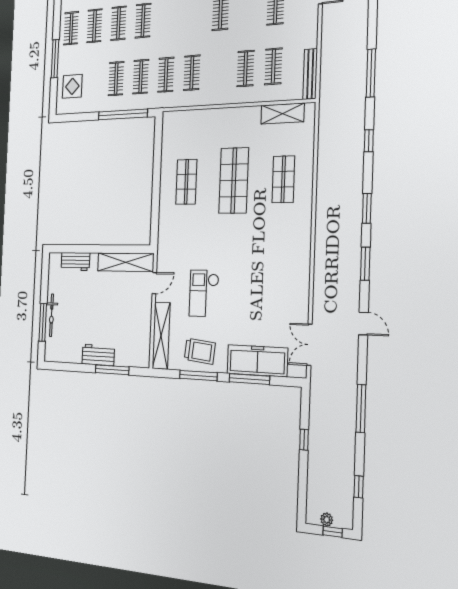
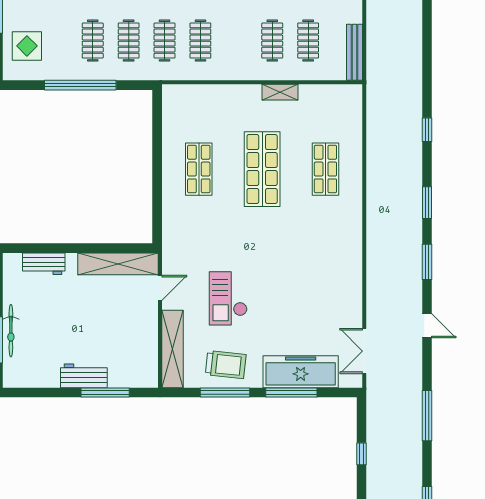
window: (371, 73) -> (427, 56), removed
window: (123, 114) -> (80, 85), moved
shelving: (282, 114) -> (280, 92), moved, width x0.67, depth x0.75

